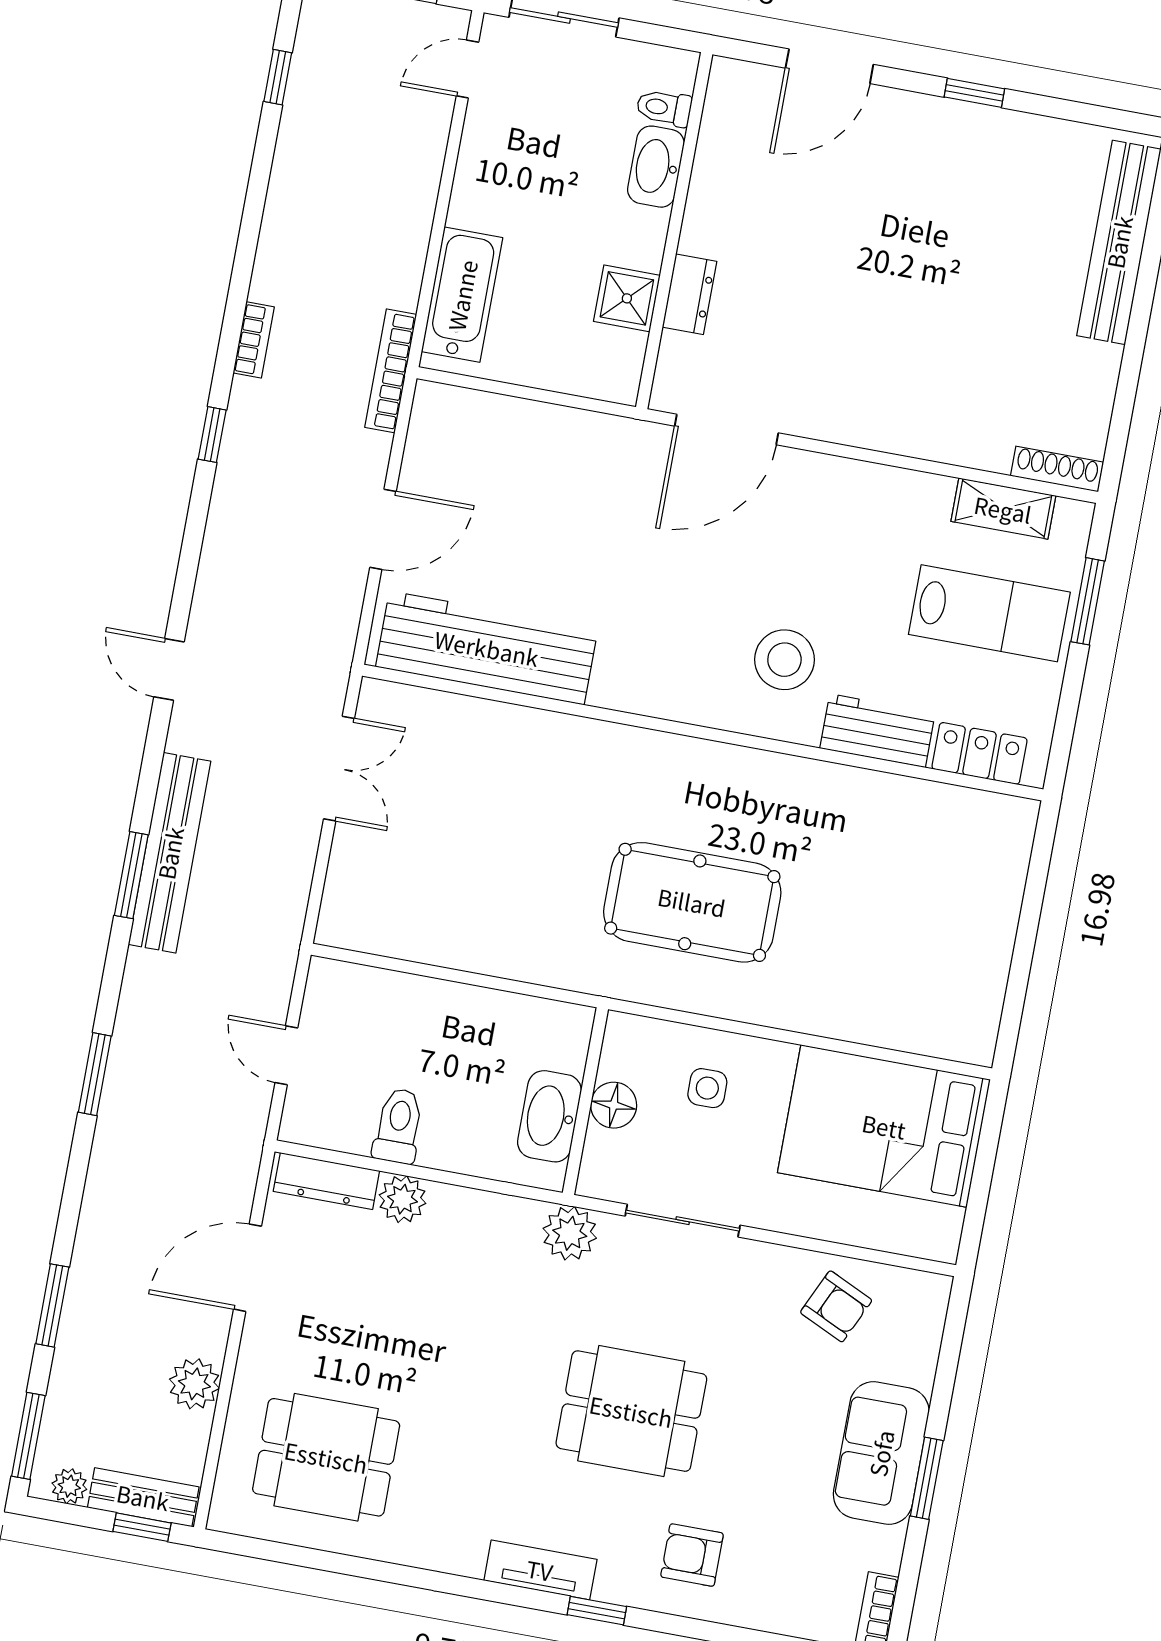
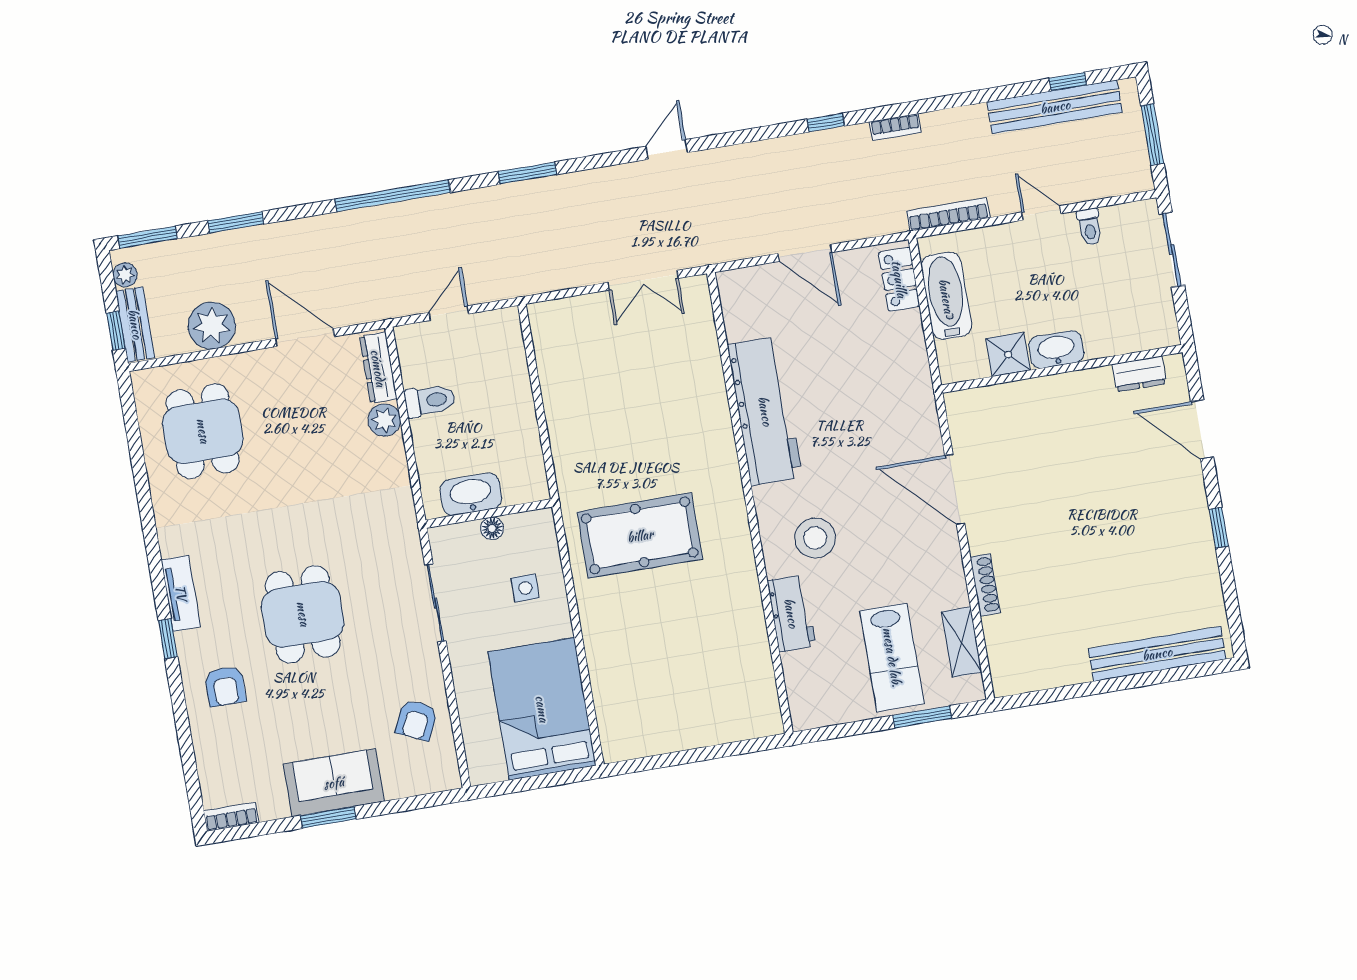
door: (467, 69) -> (1041, 213), moved
toilet: (664, 108) -> (1090, 227), moved, turned 180
washbasin: (656, 167) -> (1056, 350), moved
dresser: (690, 294) -> (1139, 374), moved
bathtub: (462, 295) -> (946, 296), moved, turned -90
bookcase: (391, 371) -> (948, 214), moved
door: (727, 429) -> (955, 489), moved
shoe rack: (1057, 469) -> (985, 585), moved
workbench: (487, 648) -> (765, 411), moved
locker: (980, 753) -> (899, 279), moved, turned 180
bench: (170, 853) -> (1055, 107), moved
pool table: (692, 902) -> (640, 536), turned 90
window: (95, 1074) -> (393, 196), width x2.11
floor lamp: (614, 1105) -> (492, 528), width x0.73, depth x0.73
plant: (570, 1233) -> (401, 534), removed
plant: (194, 1384) -> (212, 326), width x1.36, depth x1.36
armchair: (692, 1555) -> (225, 686), turned 180

